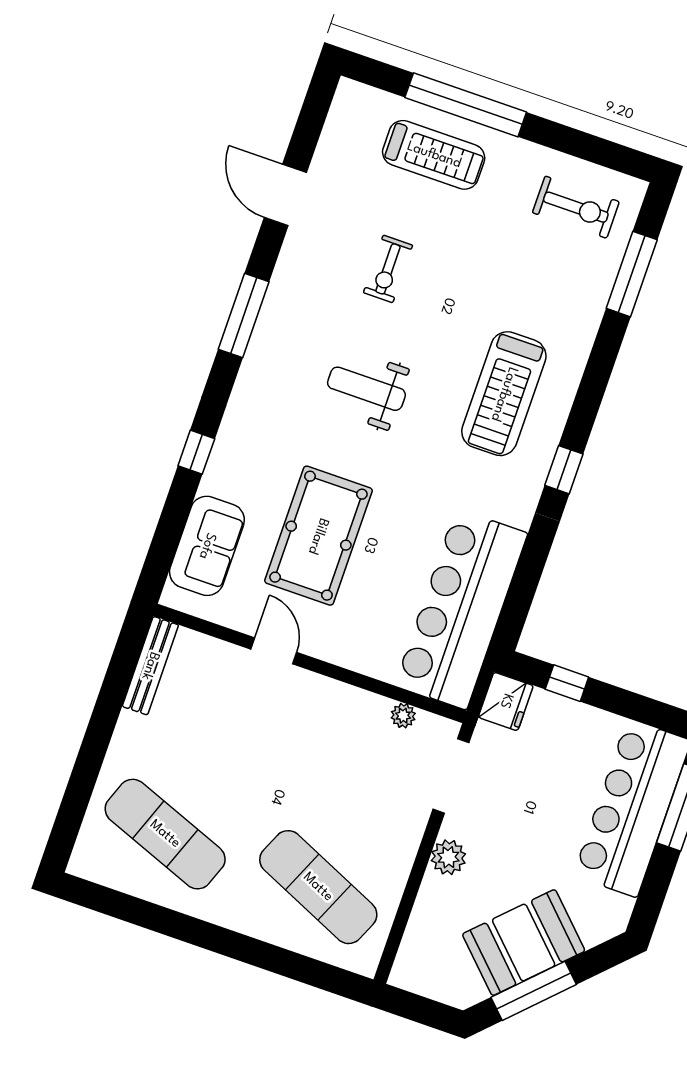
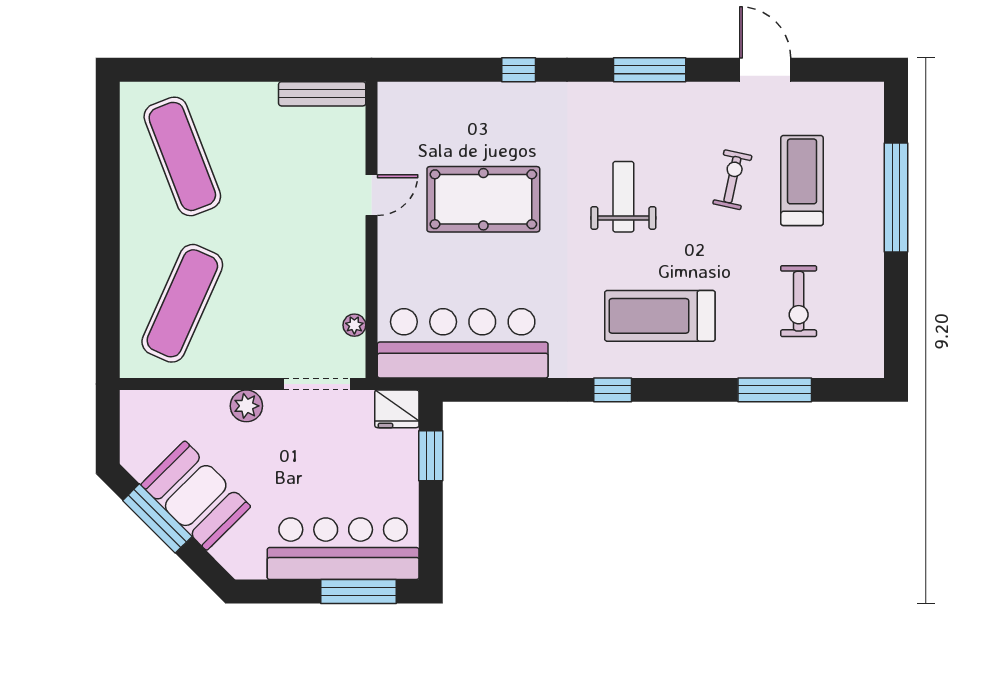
treadmill: (434, 155) -> (802, 180), moved, turned 180
door: (285, 195) -> (765, 70), hinge flipped
exercise bike: (576, 207) -> (799, 301), moved
exercise bike: (388, 269) -> (732, 180), turned 102
window: (632, 274) -> (775, 390), moved
sofa: (207, 546) -> (442, 107), removed
window: (567, 683) -> (431, 456), width x1.50
exercise mat: (165, 834) -> (182, 156), turned -42

